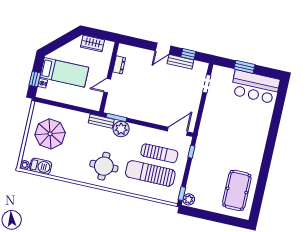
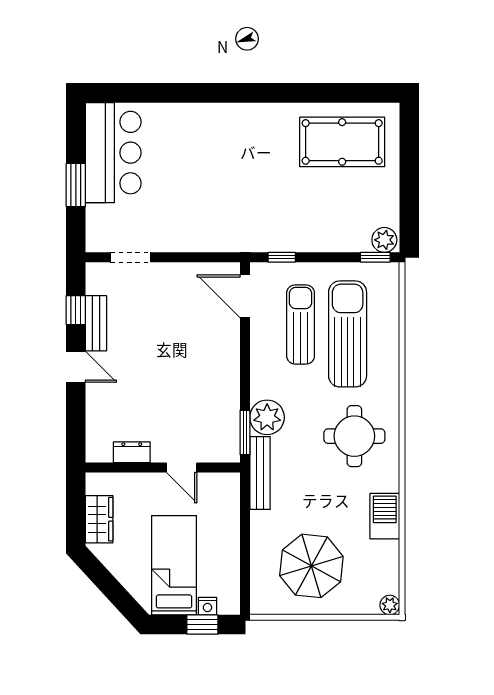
bench: (101, 121) -> (260, 473), width x1.36
barbecue: (41, 166) -> (385, 516), moved
sun lounger: (150, 173) -> (348, 334), turned 180

